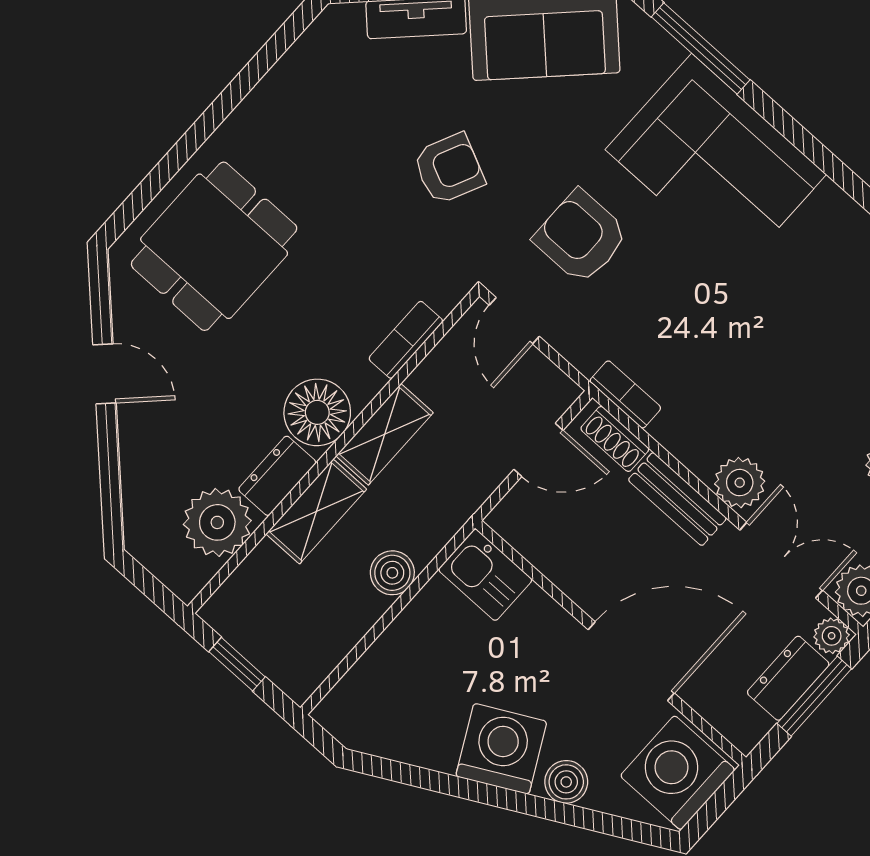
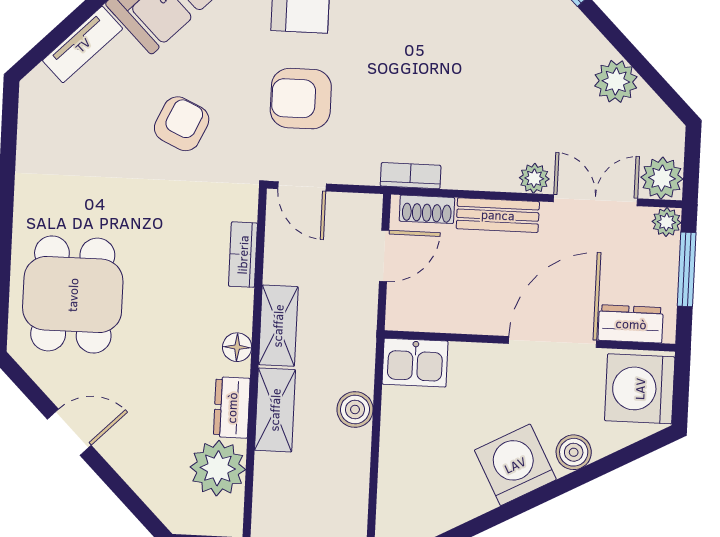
floor lamp: (317, 412) -> (237, 347), width x0.53, depth x0.53
plant: (740, 483) -> (534, 178), width x0.73, depth x0.73
dresser: (788, 678) -> (631, 324), moved, turned 90

